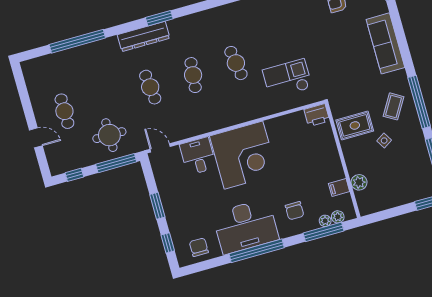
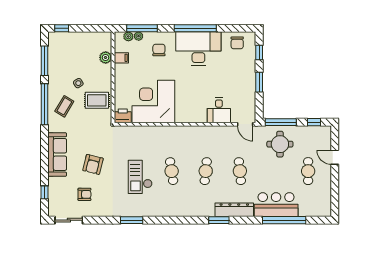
armchair: (337, 44) -> (93, 164), added
bar counter: (93, 58) -> (276, 205), added
checkout: (287, 79) -> (140, 177), moved, turned 90
corner desk: (244, 155) -> (153, 101), moved

